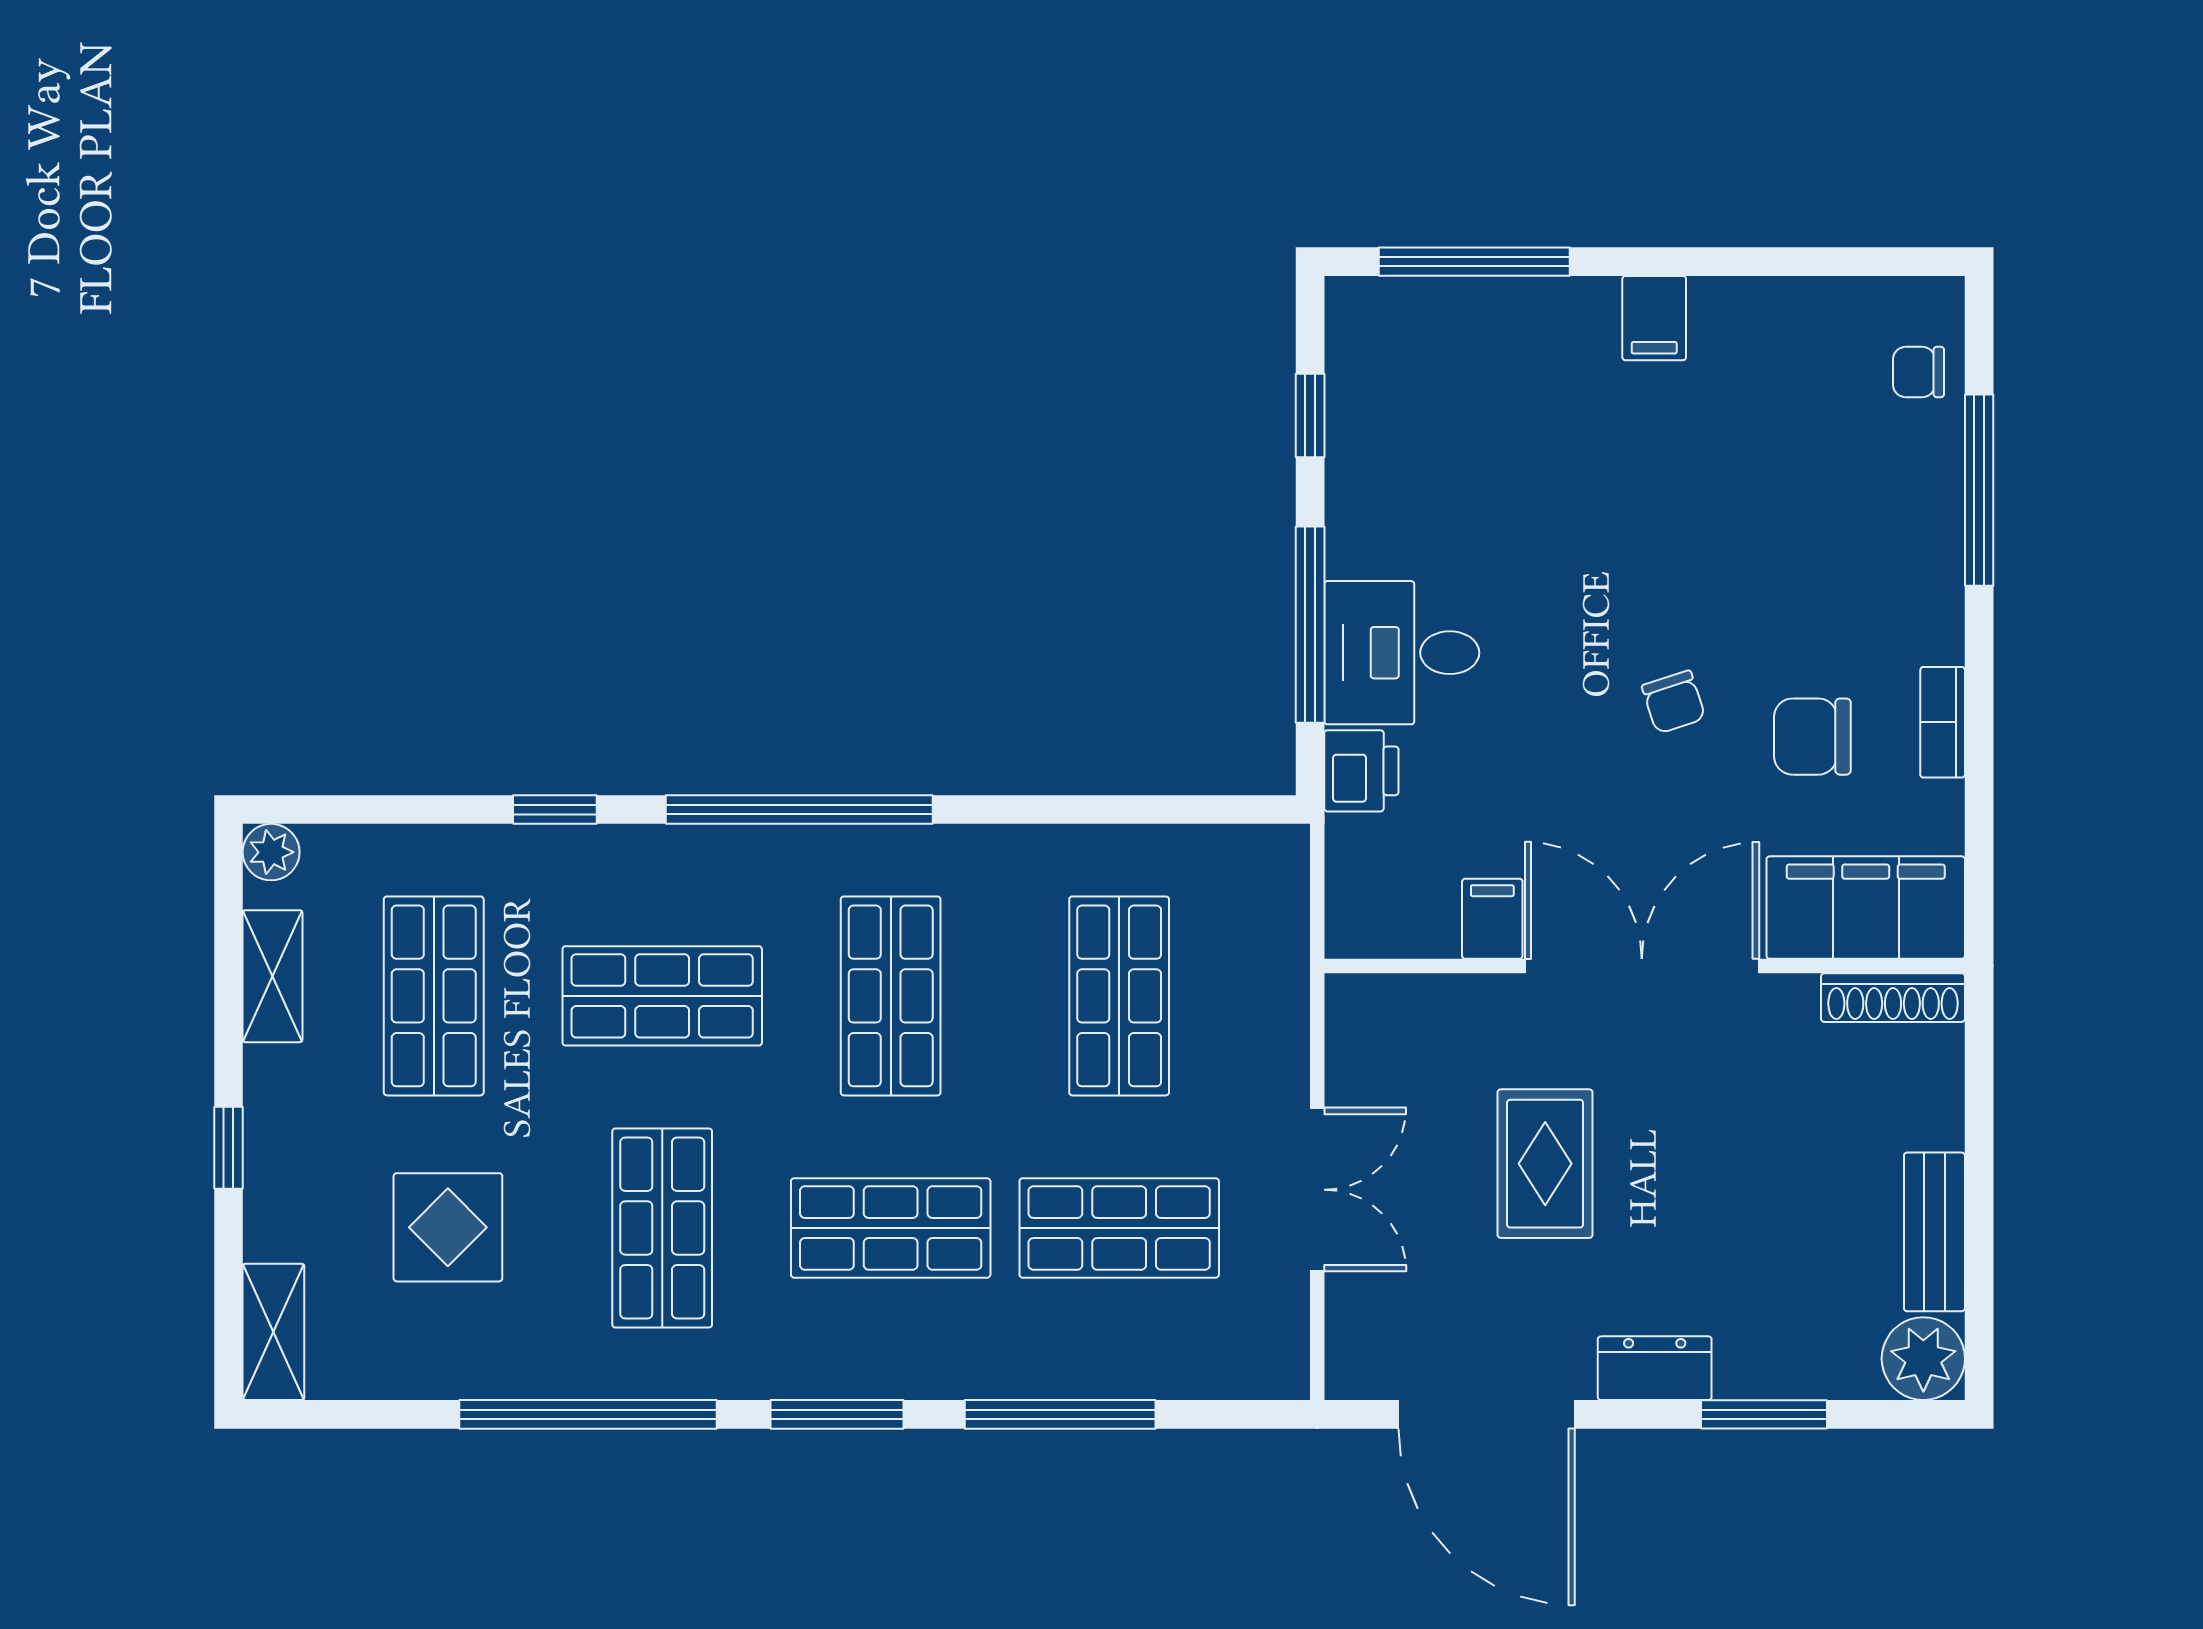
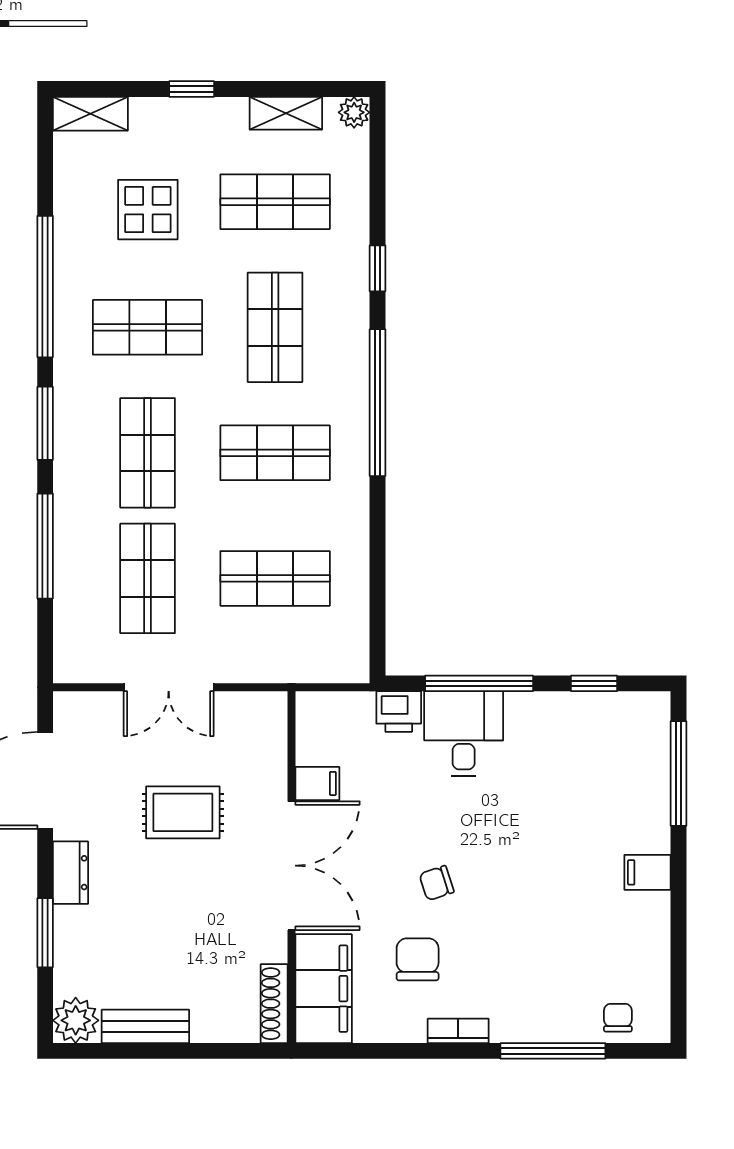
bookcase: (1943, 722) -> (458, 1031), moved

